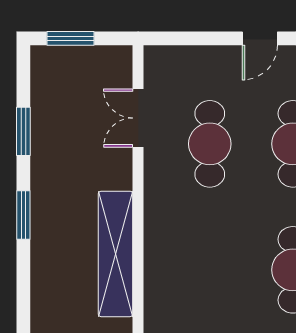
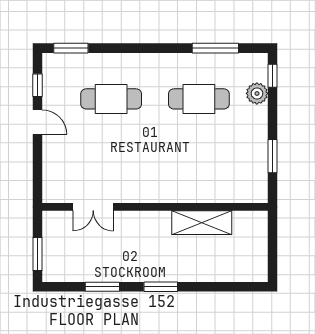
cafe table: (210, 144) -> (111, 157), removed
shelving: (116, 254) -> (202, 223), width x0.68

